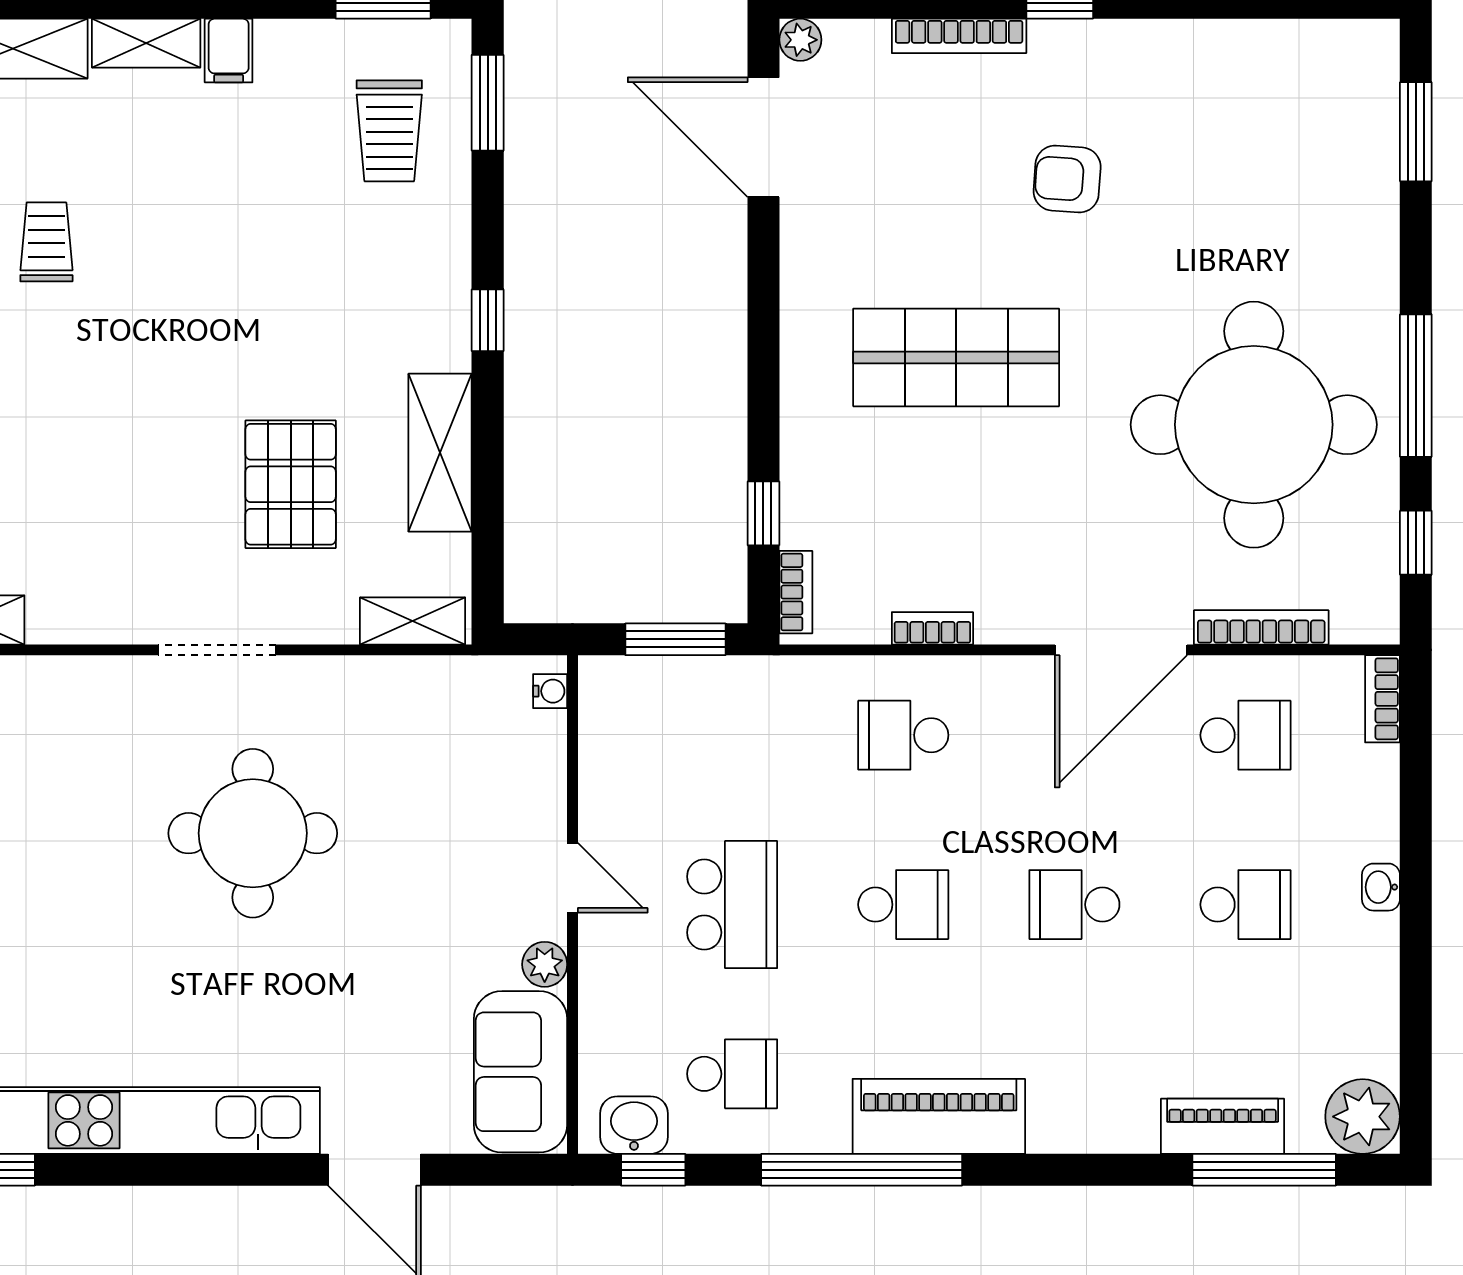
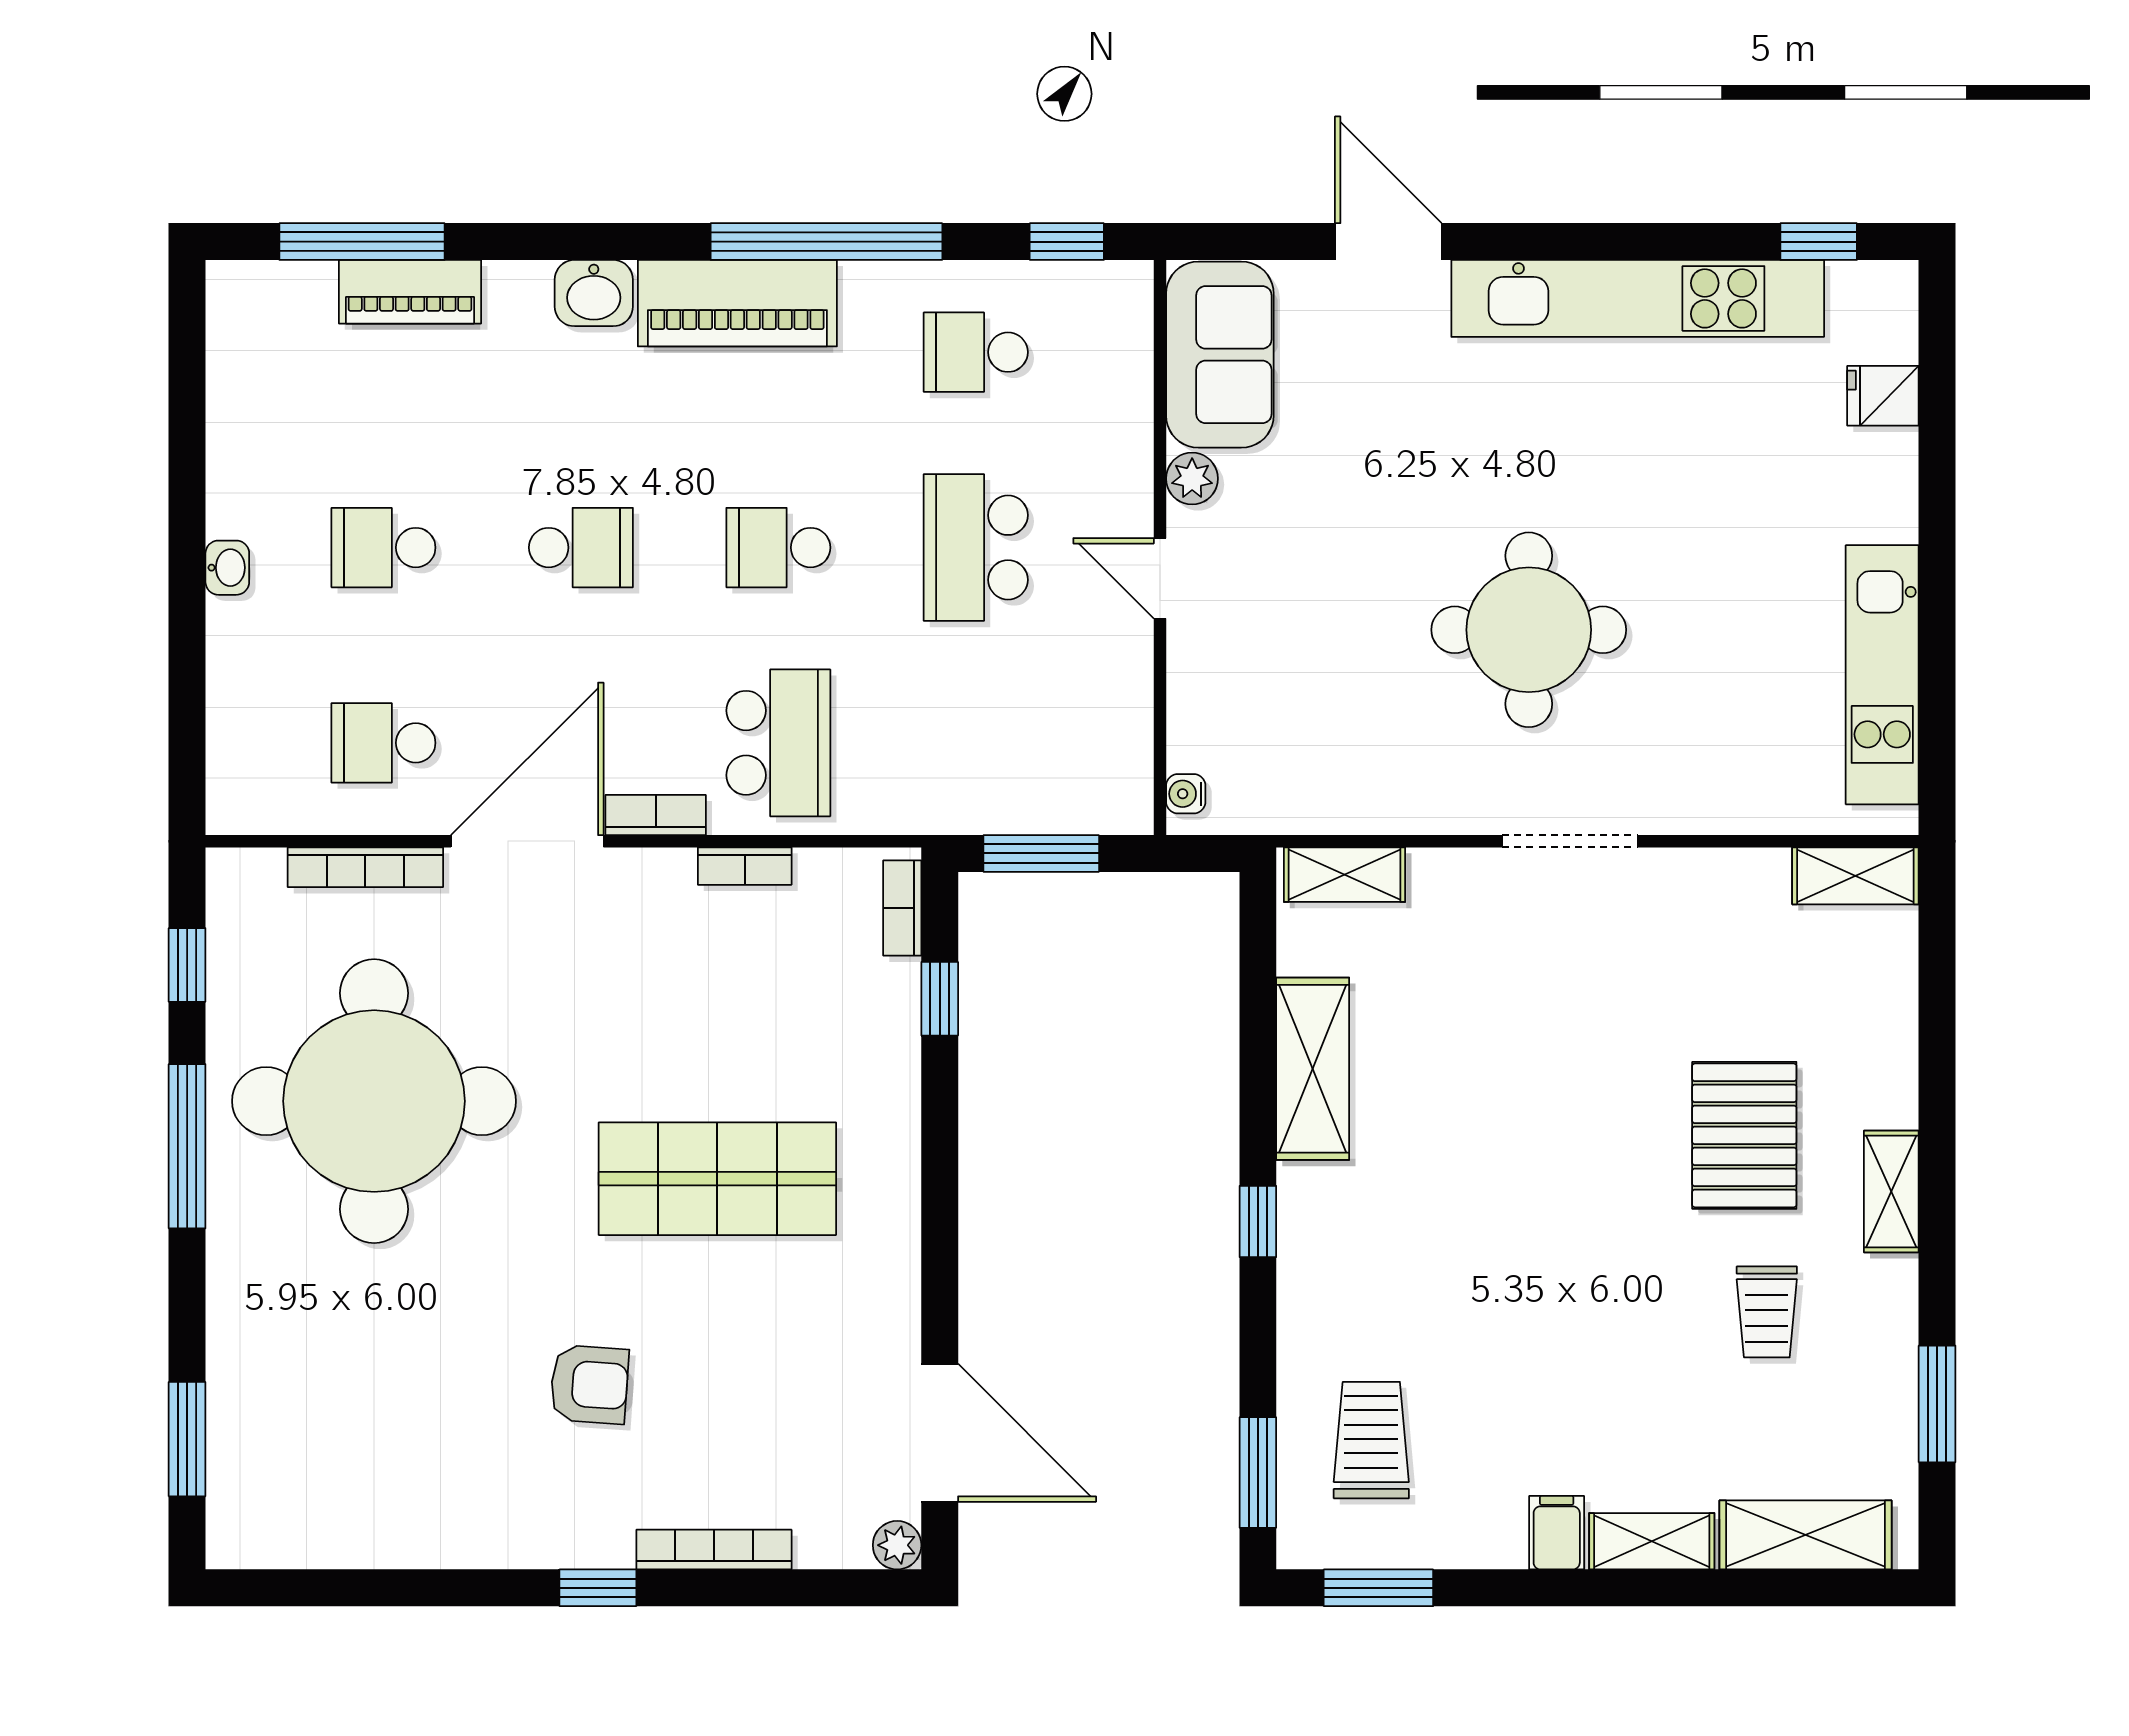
pallet: (291, 484) -> (1744, 1135), moved
bookcase: (1382, 699) -> (656, 815), moved, turned -90
school desk: (903, 735) -> (778, 743), width x1.85
plant: (1363, 1117) -> (248, 303), removed
washbasin: (634, 1125) -> (594, 293), moved

